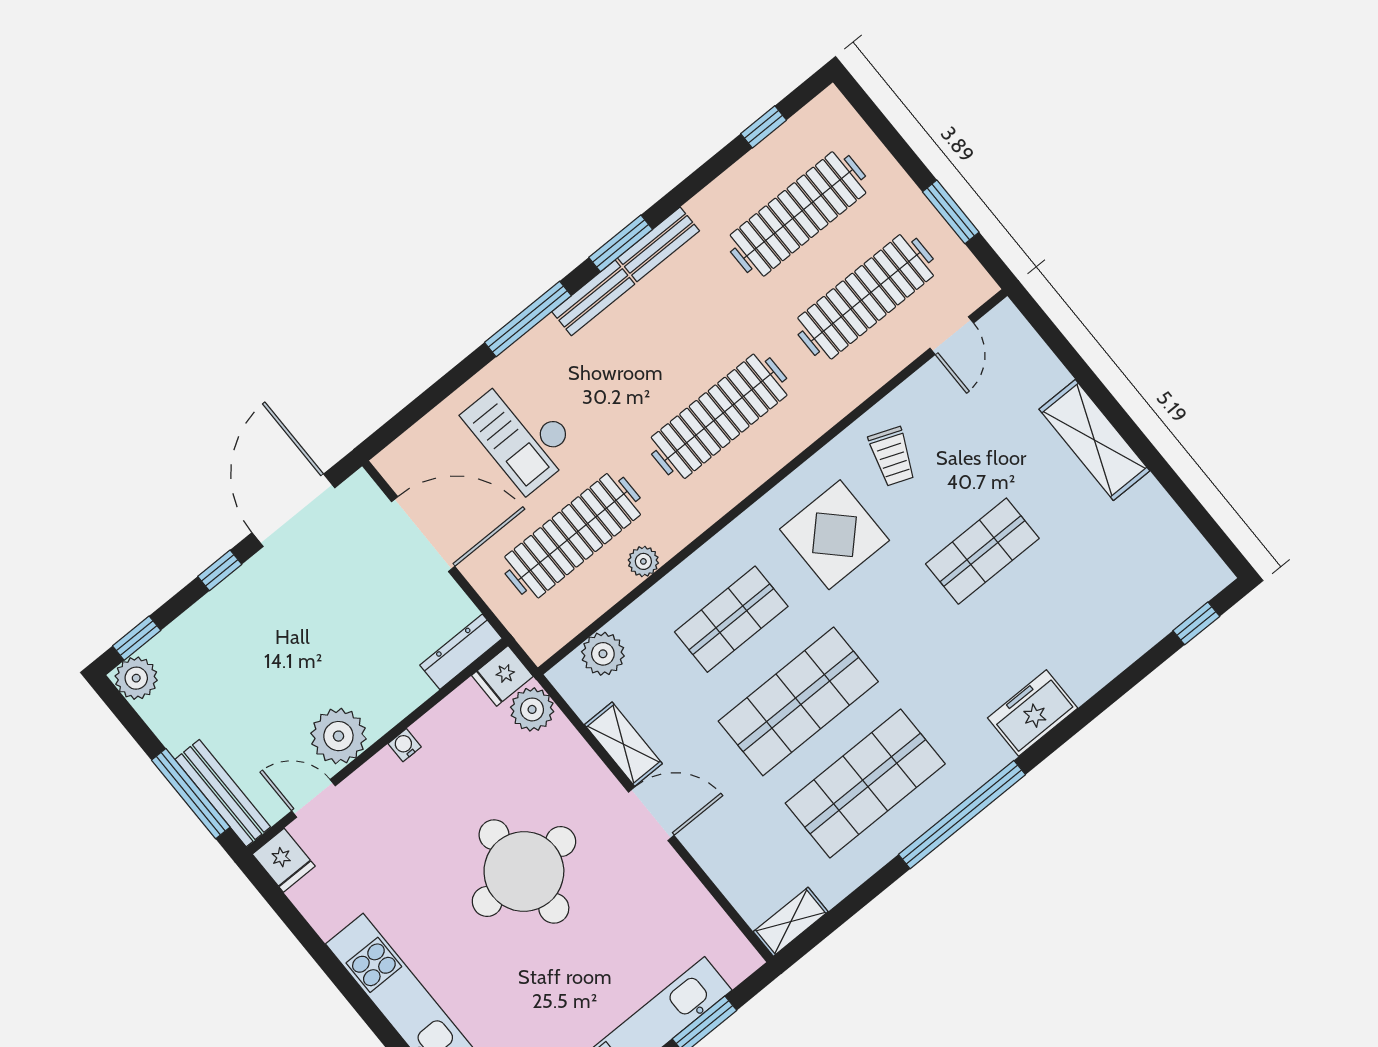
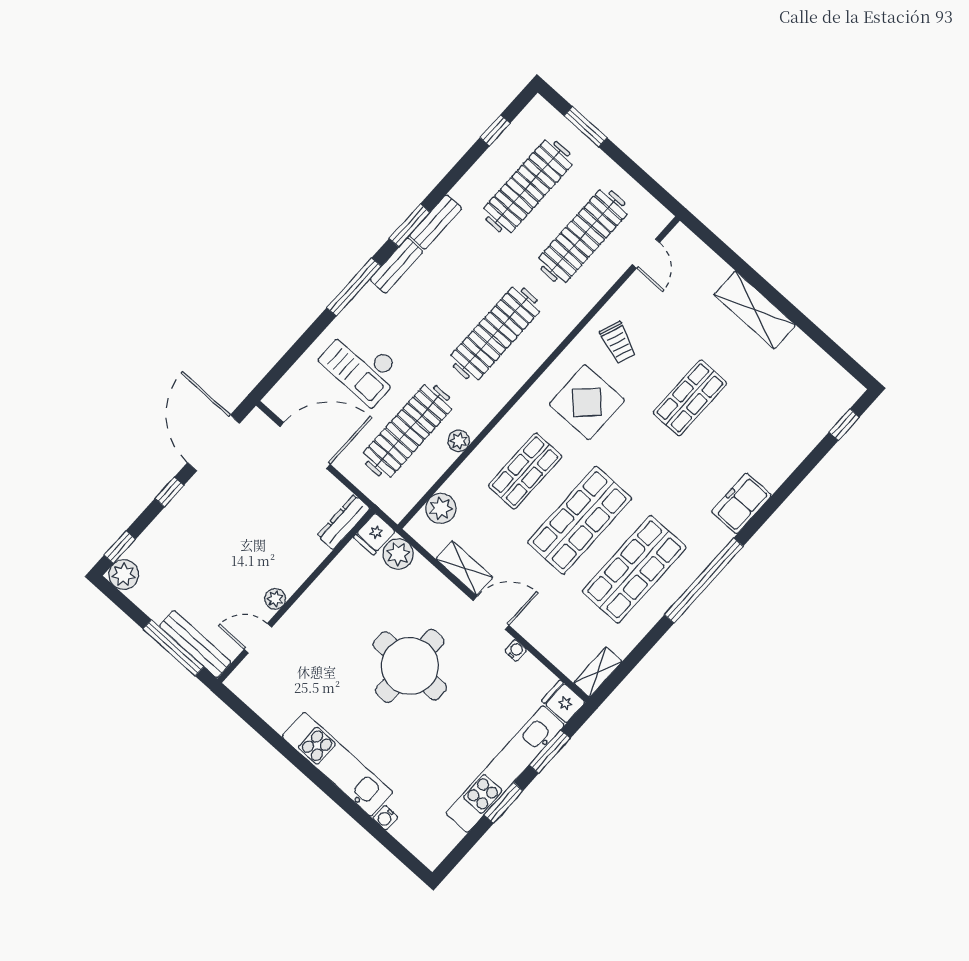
window: (951, 212) -> (586, 127), moved
plant: (338, 736) -> (275, 599), width x0.53, depth x0.53
water cooler: (405, 745) -> (516, 650), moved, turned 90
fridge: (284, 860) -> (563, 701), moved, turned 180

